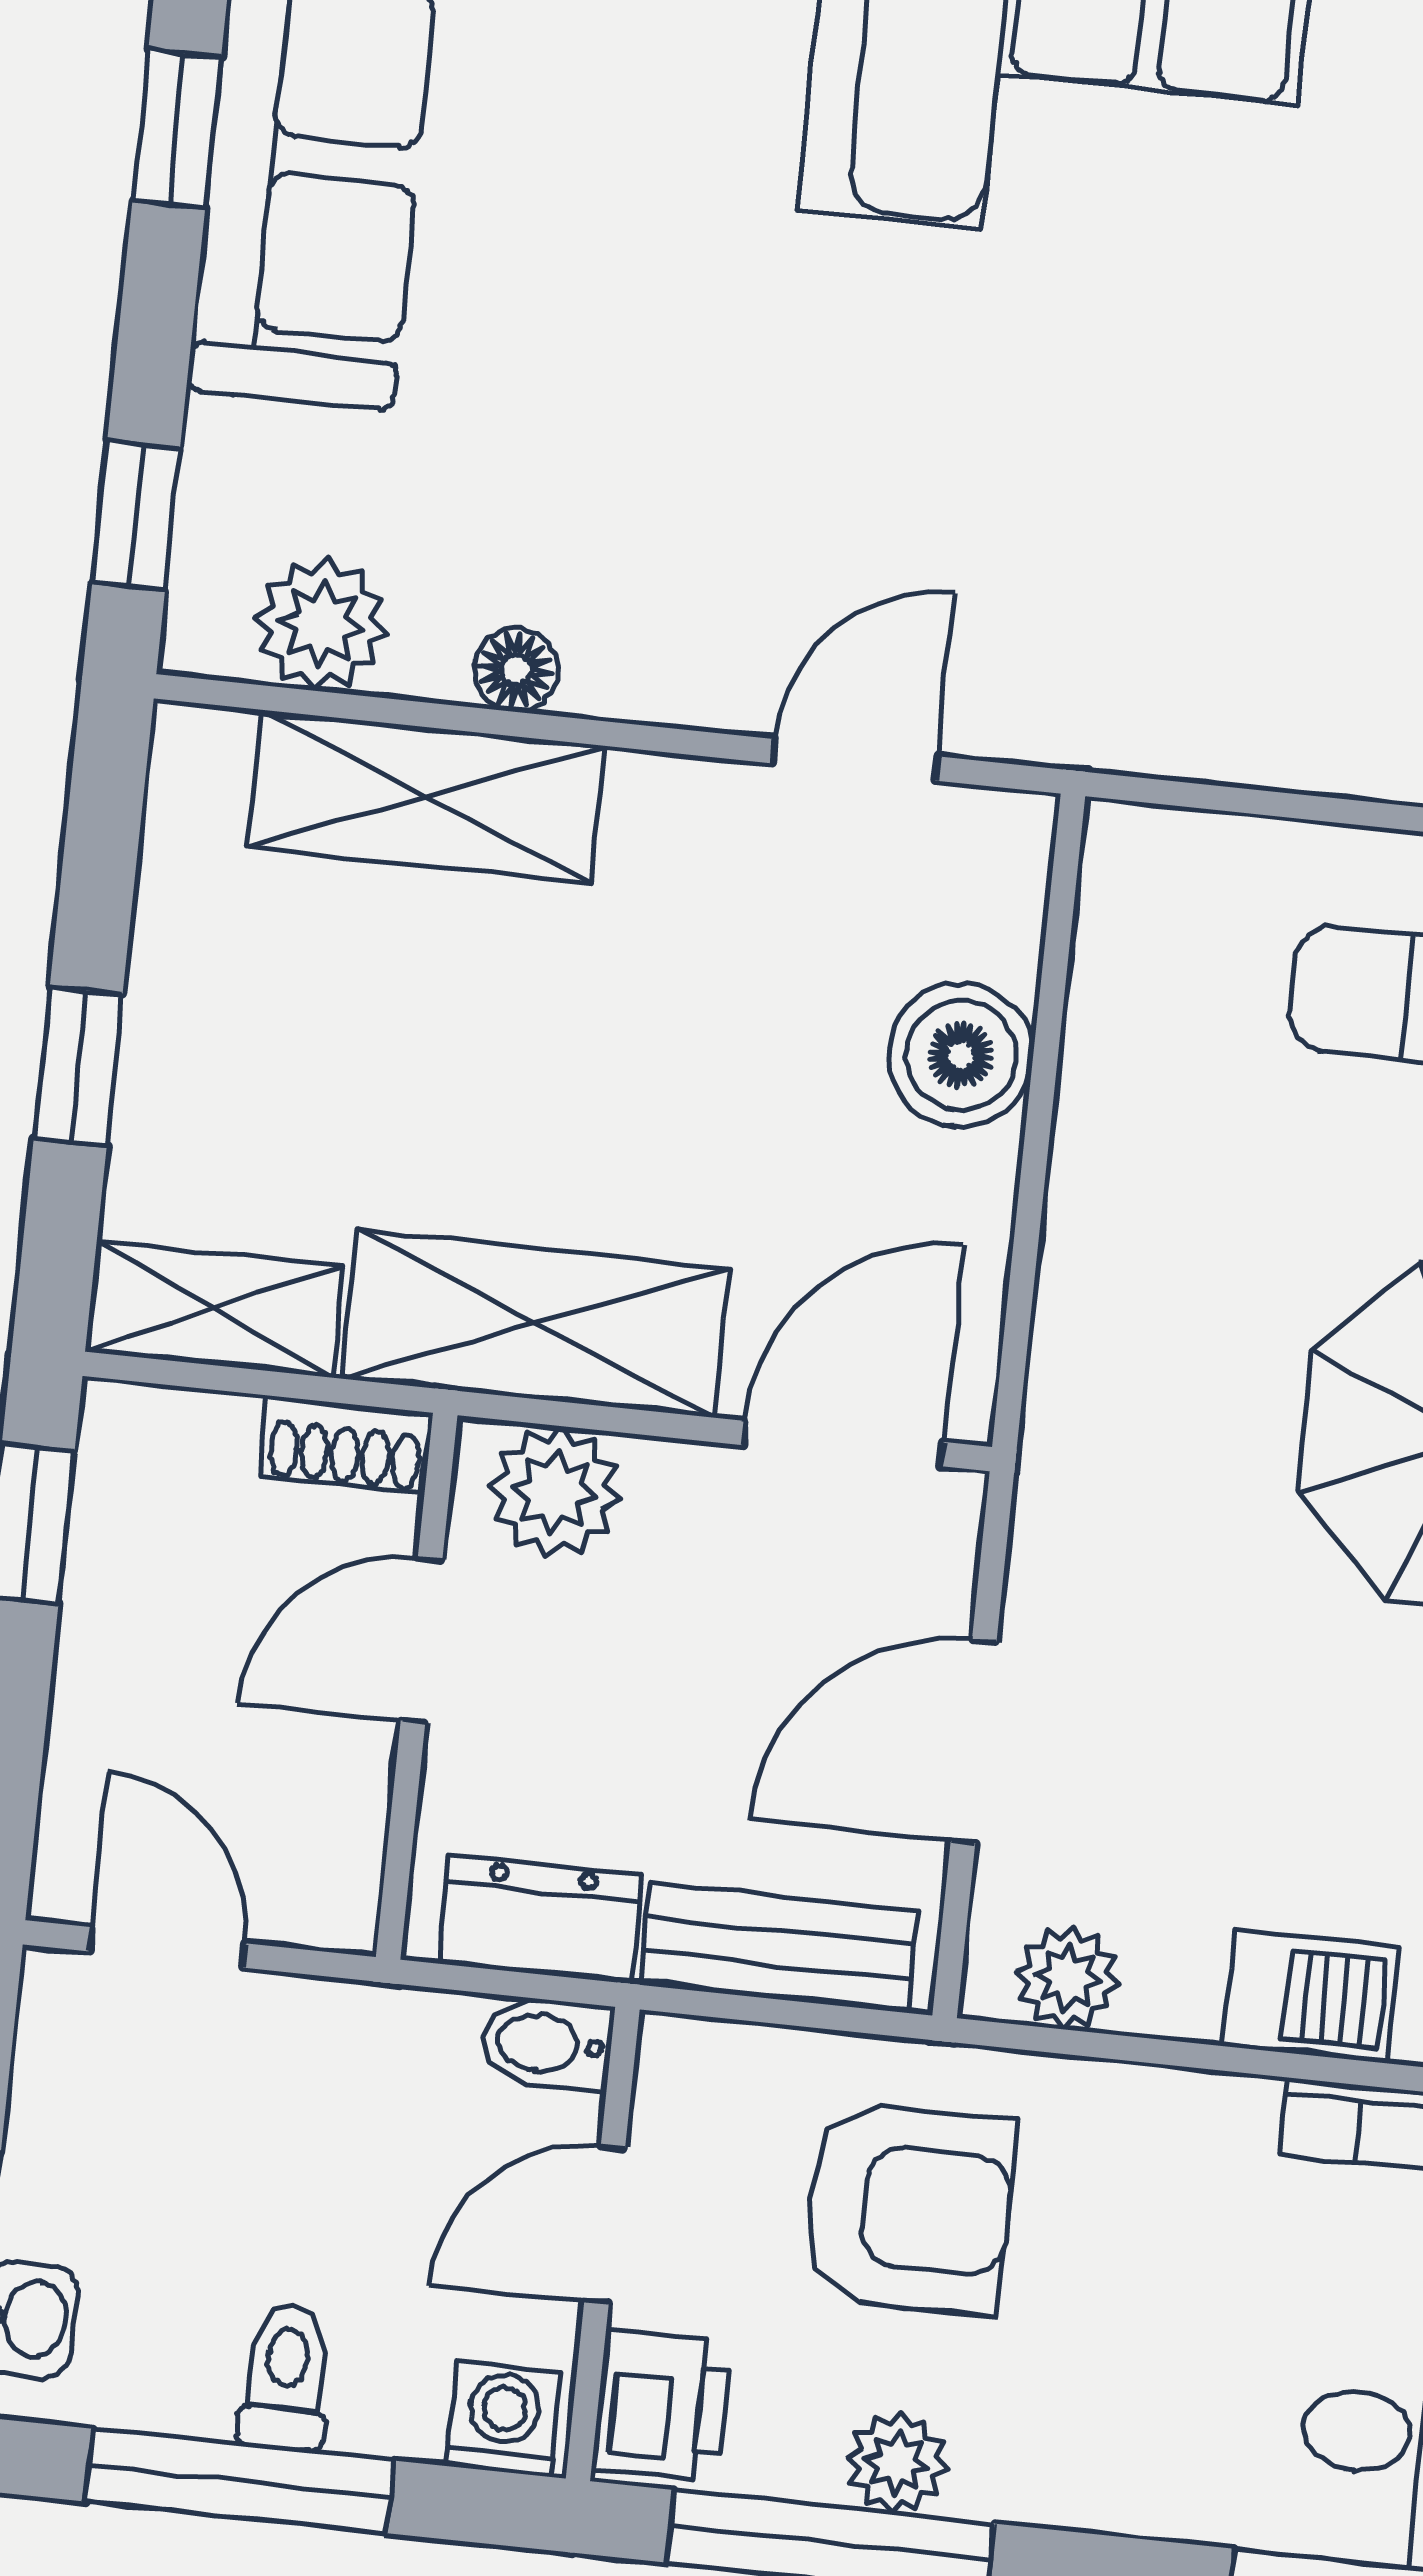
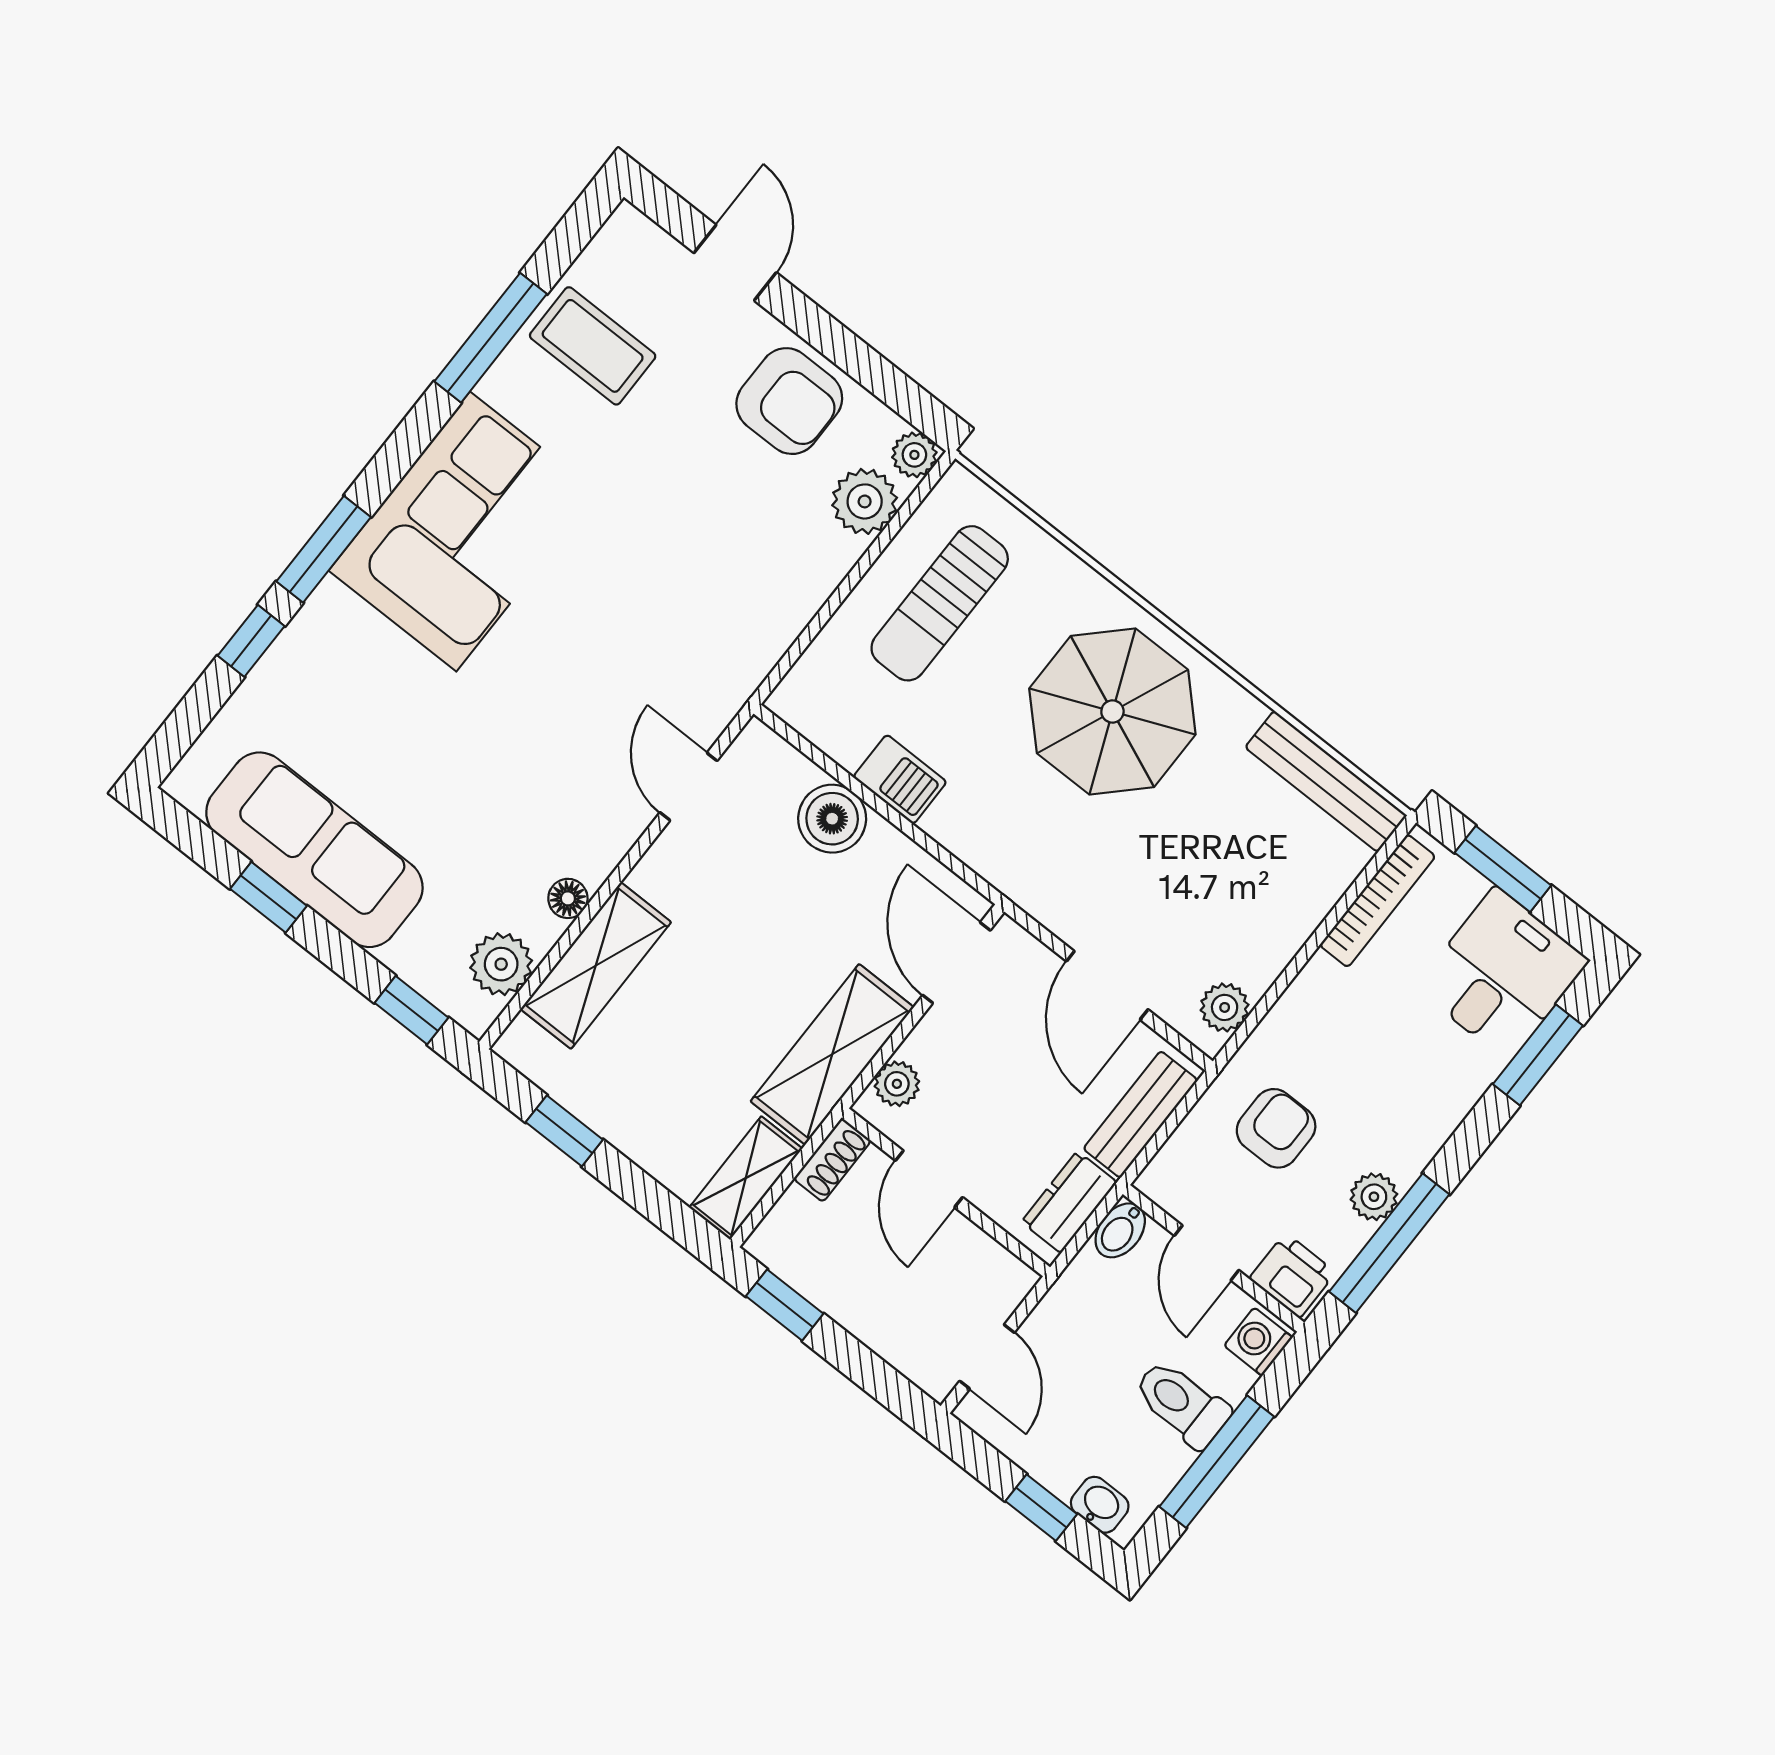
window: (78, 1066) -> (564, 1131), moved
plant: (555, 1492) -> (897, 1084), width x0.73, depth x0.73
door: (167, 1947) -> (987, 1357), swing flipped
barbecue: (1310, 1996) -> (900, 779), moved, turned 90
armchair: (908, 2208) -> (1276, 1128), width x0.72, depth x0.72
toilet: (286, 2377) -> (1182, 1403), width x1.37, depth x1.39

